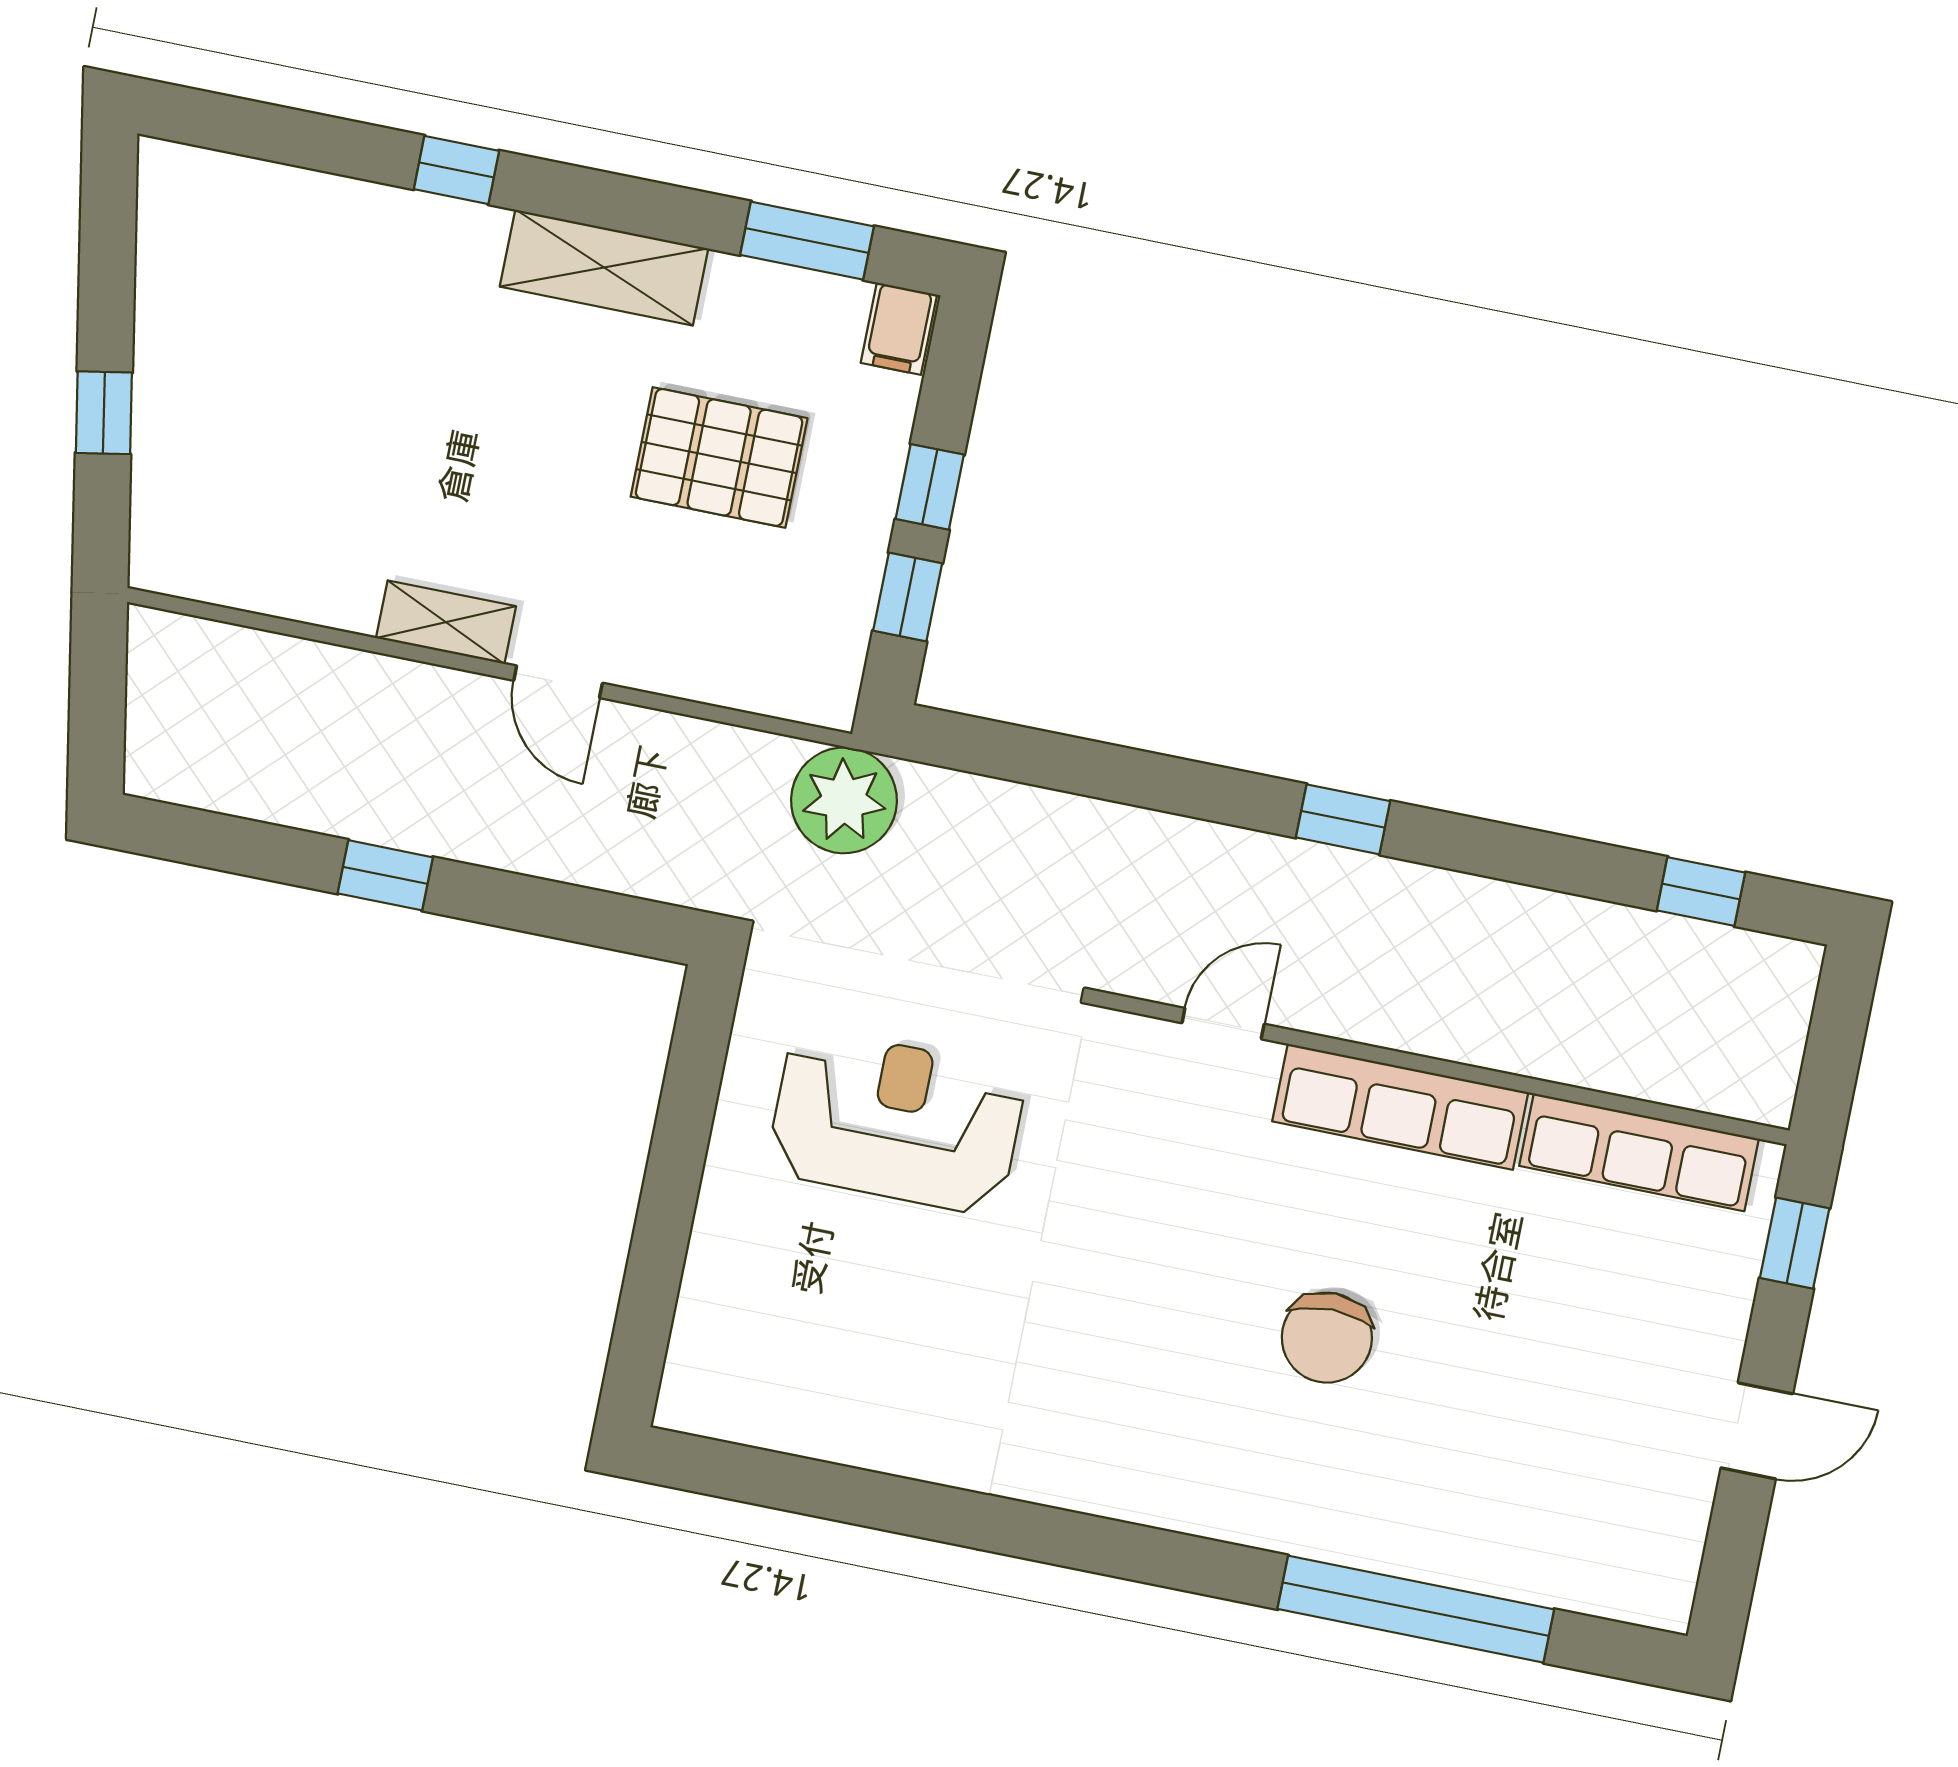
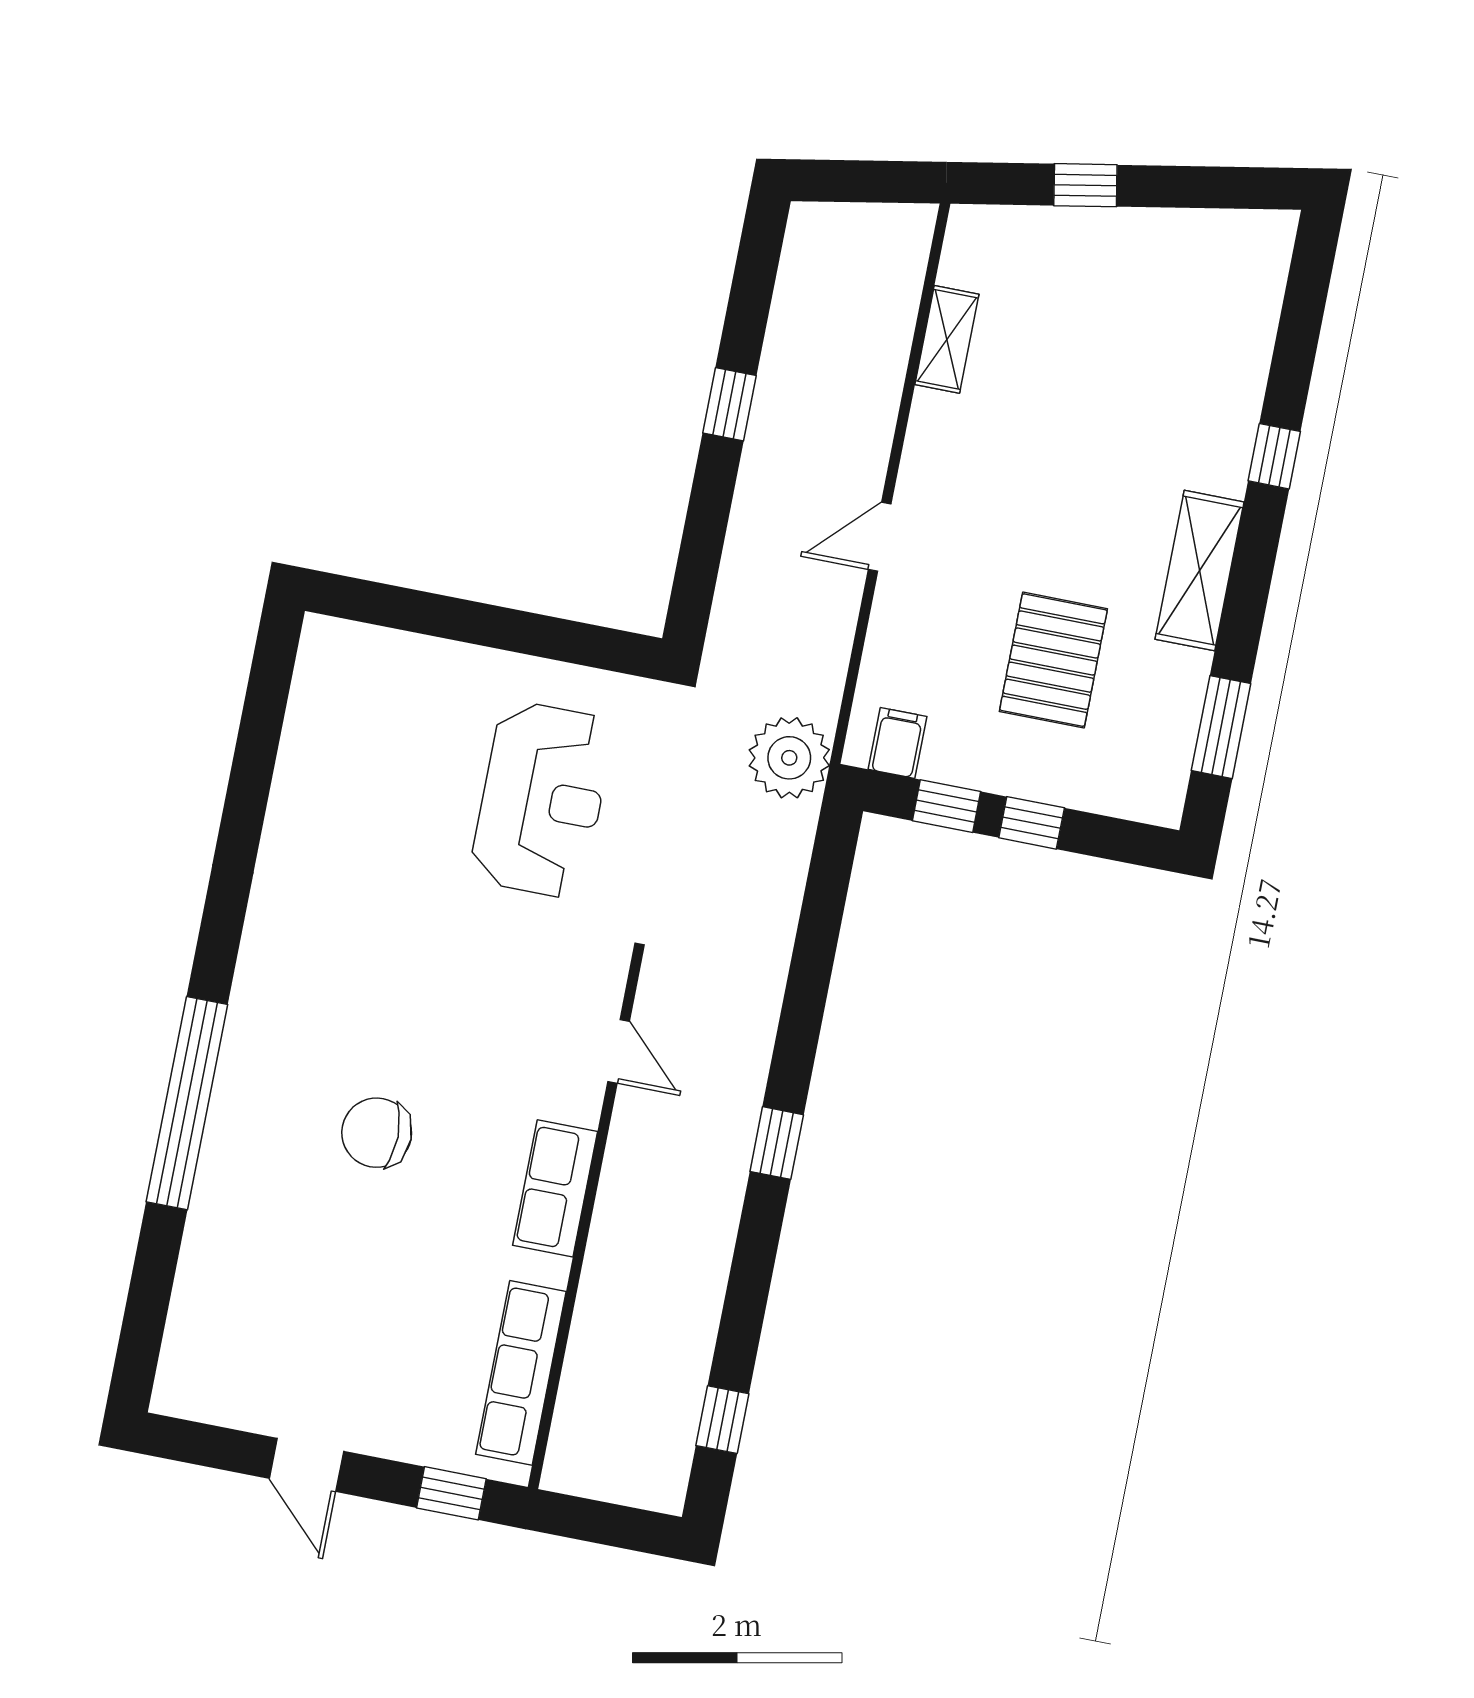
filing cabinet: (899, 329) -> (897, 743), moved, turned 90
shelving: (446, 622) -> (947, 339), moved
row of seats: (1400, 1107) -> (555, 1188), width x0.68
window: (1416, 1609) -> (187, 1103), moved

